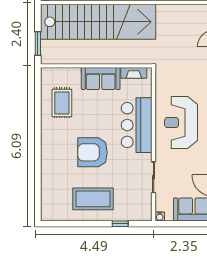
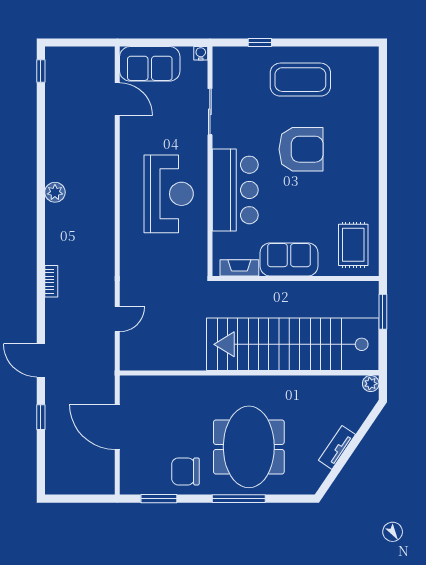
rug: (62, 103) -> (353, 245), moved

